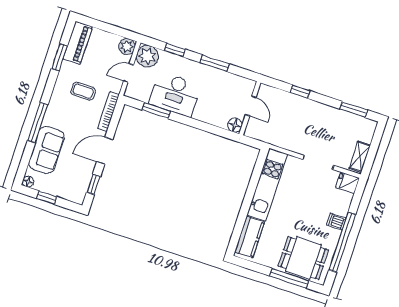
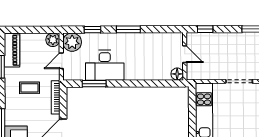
door: (251, 106) -> (185, 54), moved
wall: (250, 108) -> (185, 56), moved
floor lamp: (235, 125) -> (177, 74), moved

